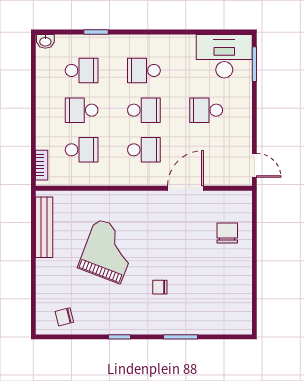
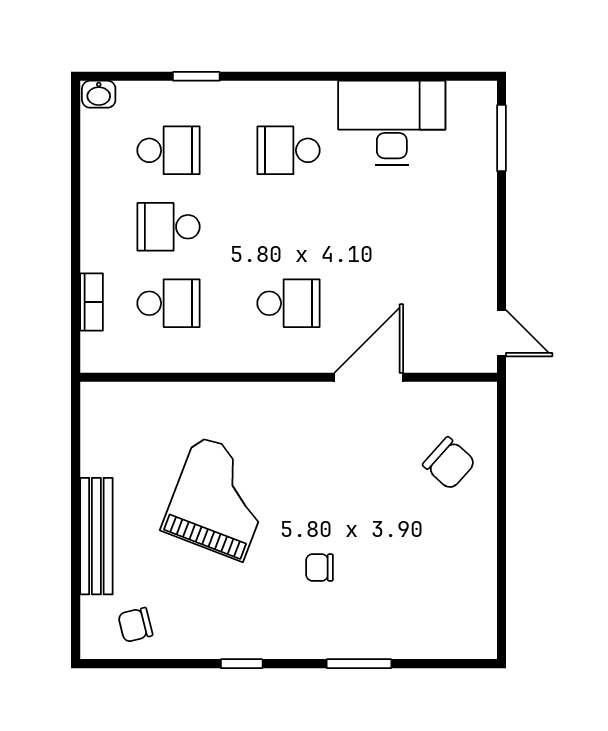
desk: (224, 56) -> (392, 123), moved
school desk: (144, 110) -> (289, 227), removed
school desk: (206, 110) -> (408, 227), removed
bookcase: (42, 165) -> (91, 302), moved
bench: (44, 227) -> (96, 536), moved
chair: (227, 233) -> (449, 463), turned 132

